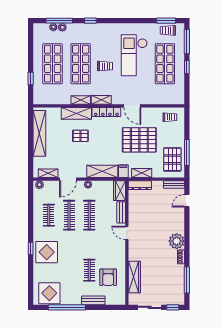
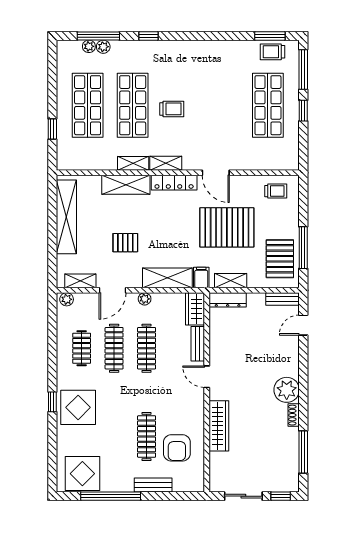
checkout: (134, 55) -> (219, 92), removed
pallet: (80, 136) -> (125, 243), moved
clothes rail: (89, 270) -> (147, 436), width x1.36
wardrobe: (134, 277) -> (219, 426), moved

